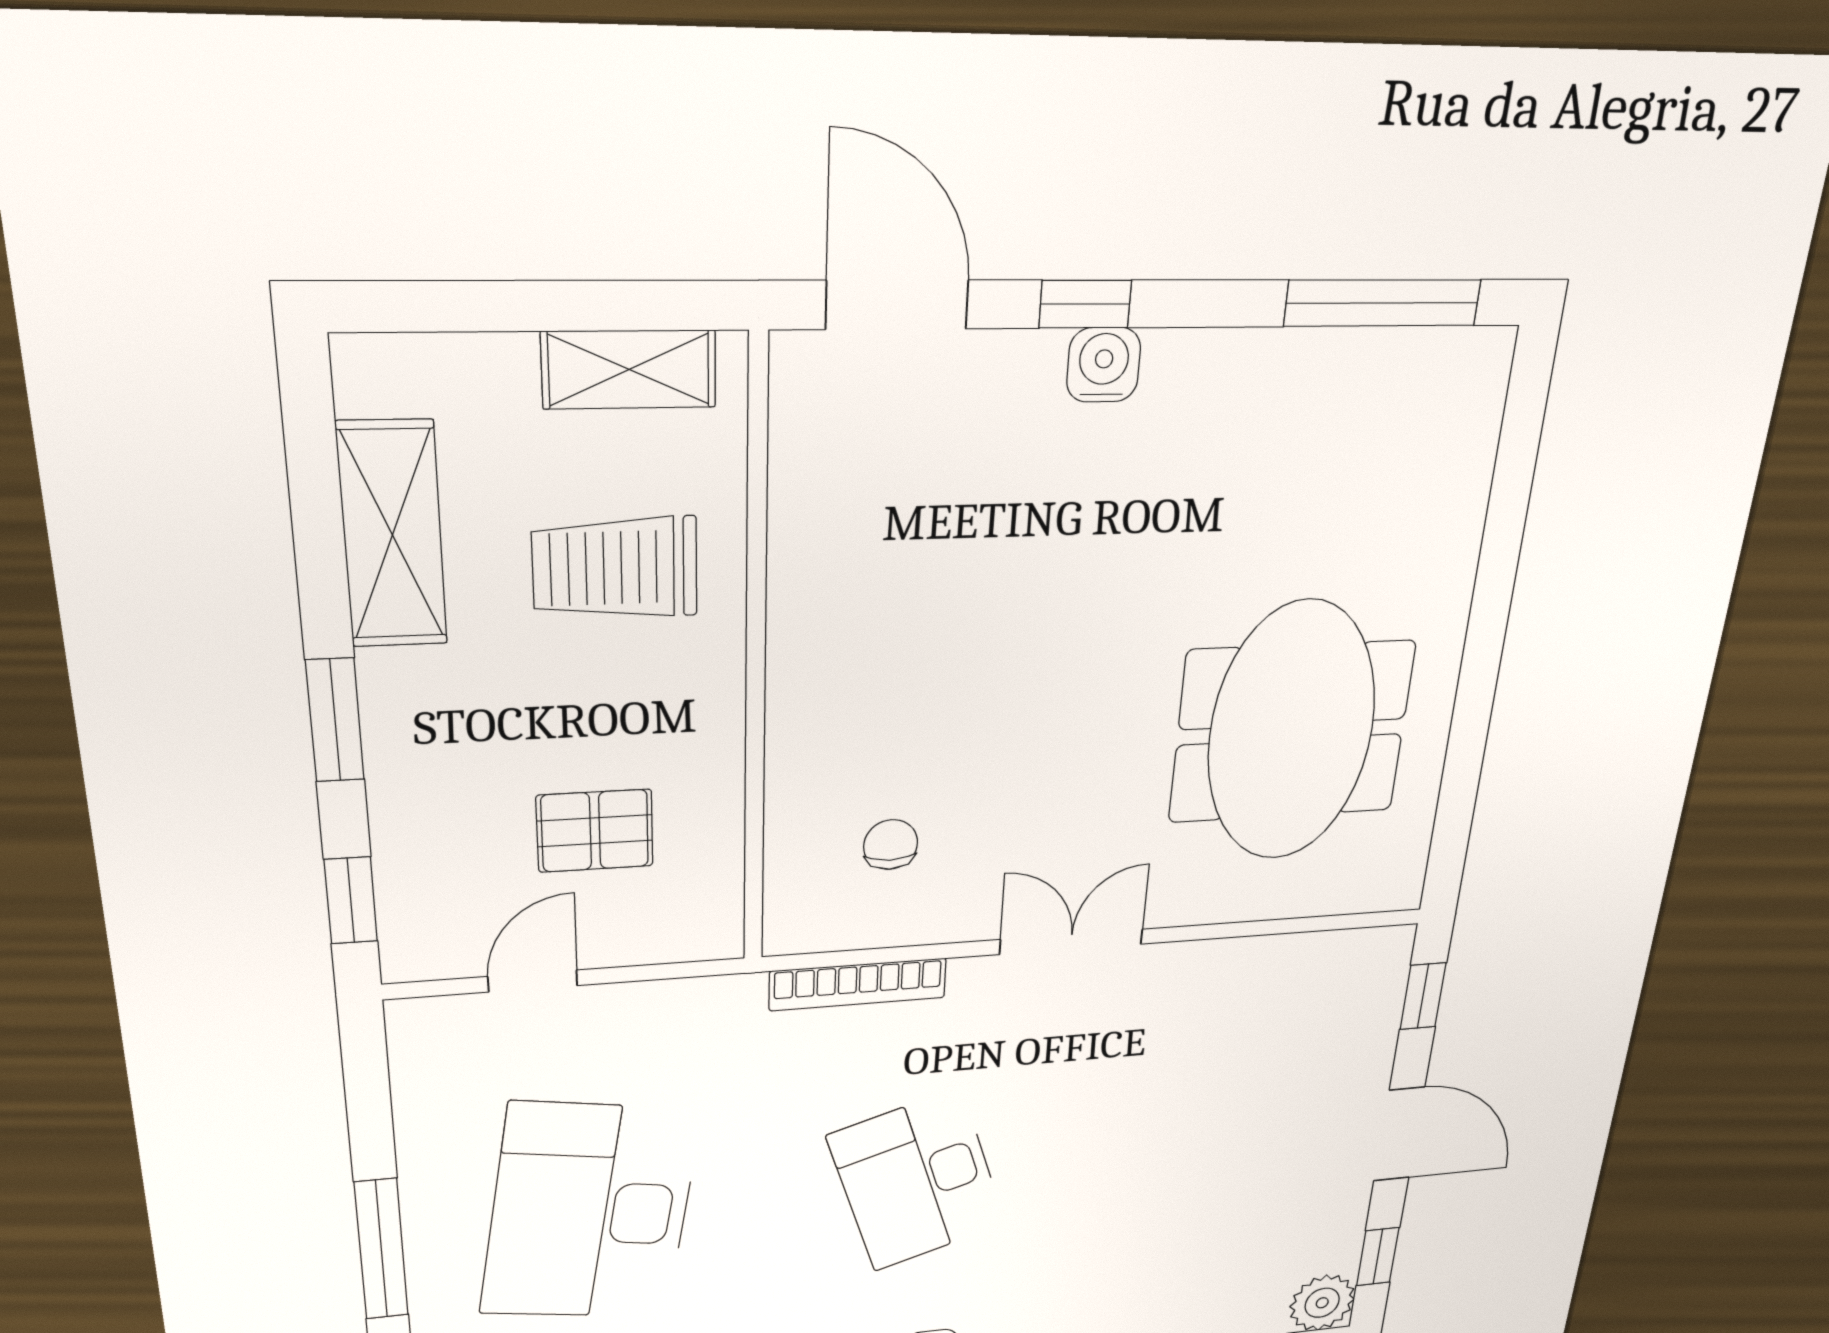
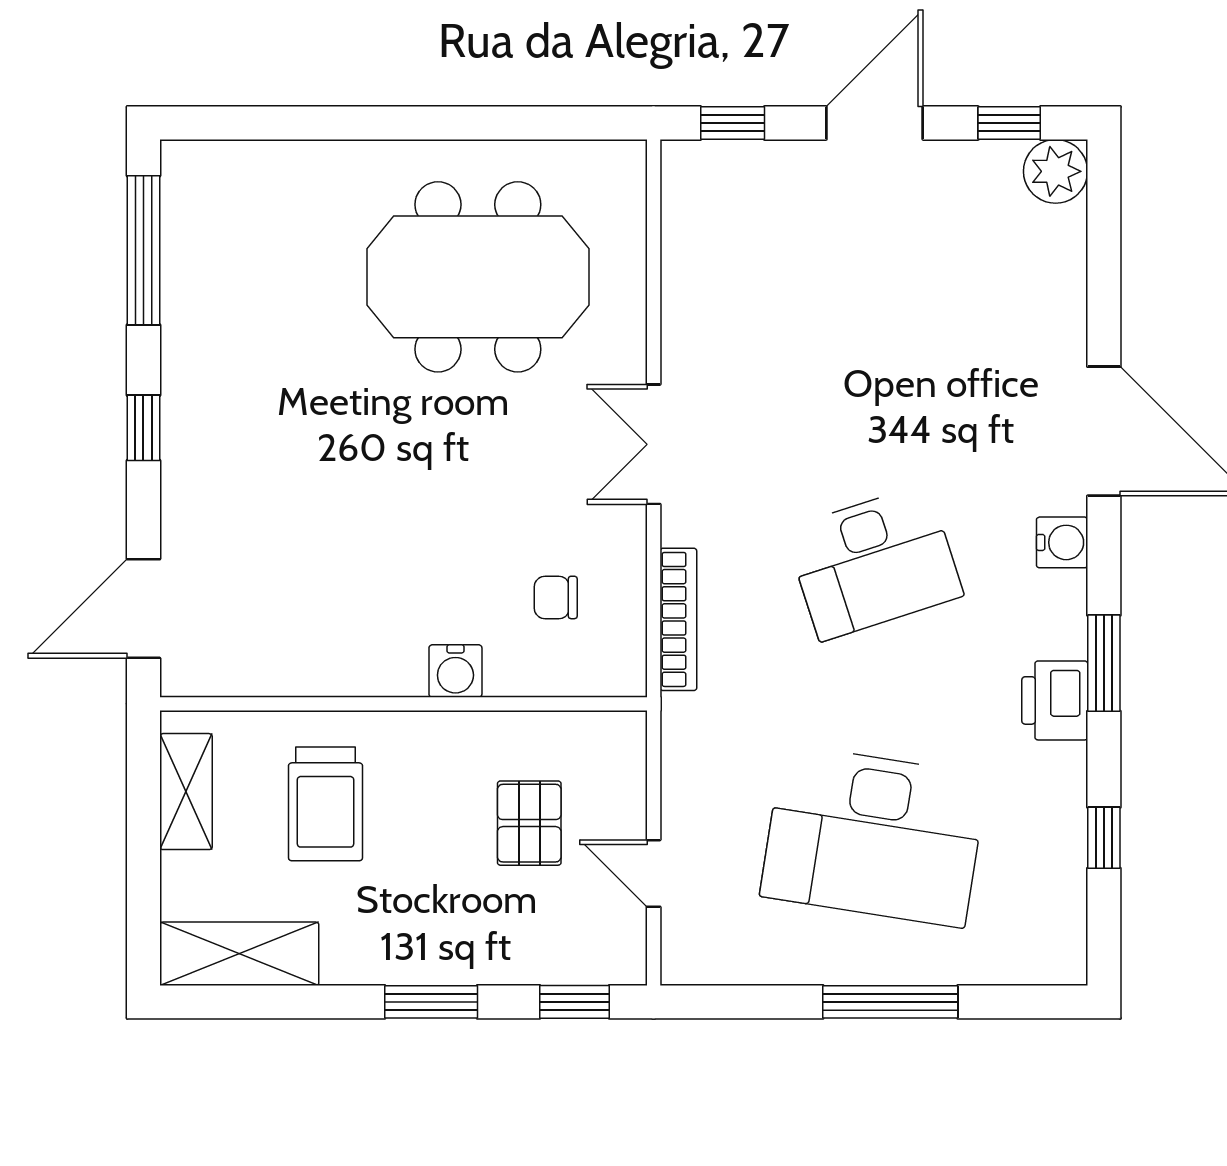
window: (1085, 304) -> (143, 428), moved
water cooler: (1104, 365) -> (455, 671), moved, turned -90
shelving: (392, 535) -> (239, 954), moved

